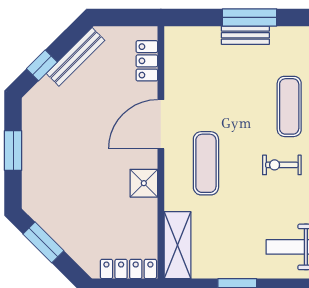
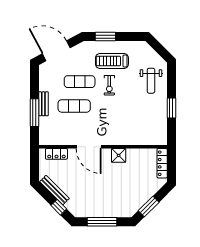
window: (250, 17) -> (34, 113), moved
window: (13, 151) -> (102, 222), width x1.44
exercise mat: (206, 163) -> (74, 106), moved
shelving: (178, 245) -> (150, 138), removed

